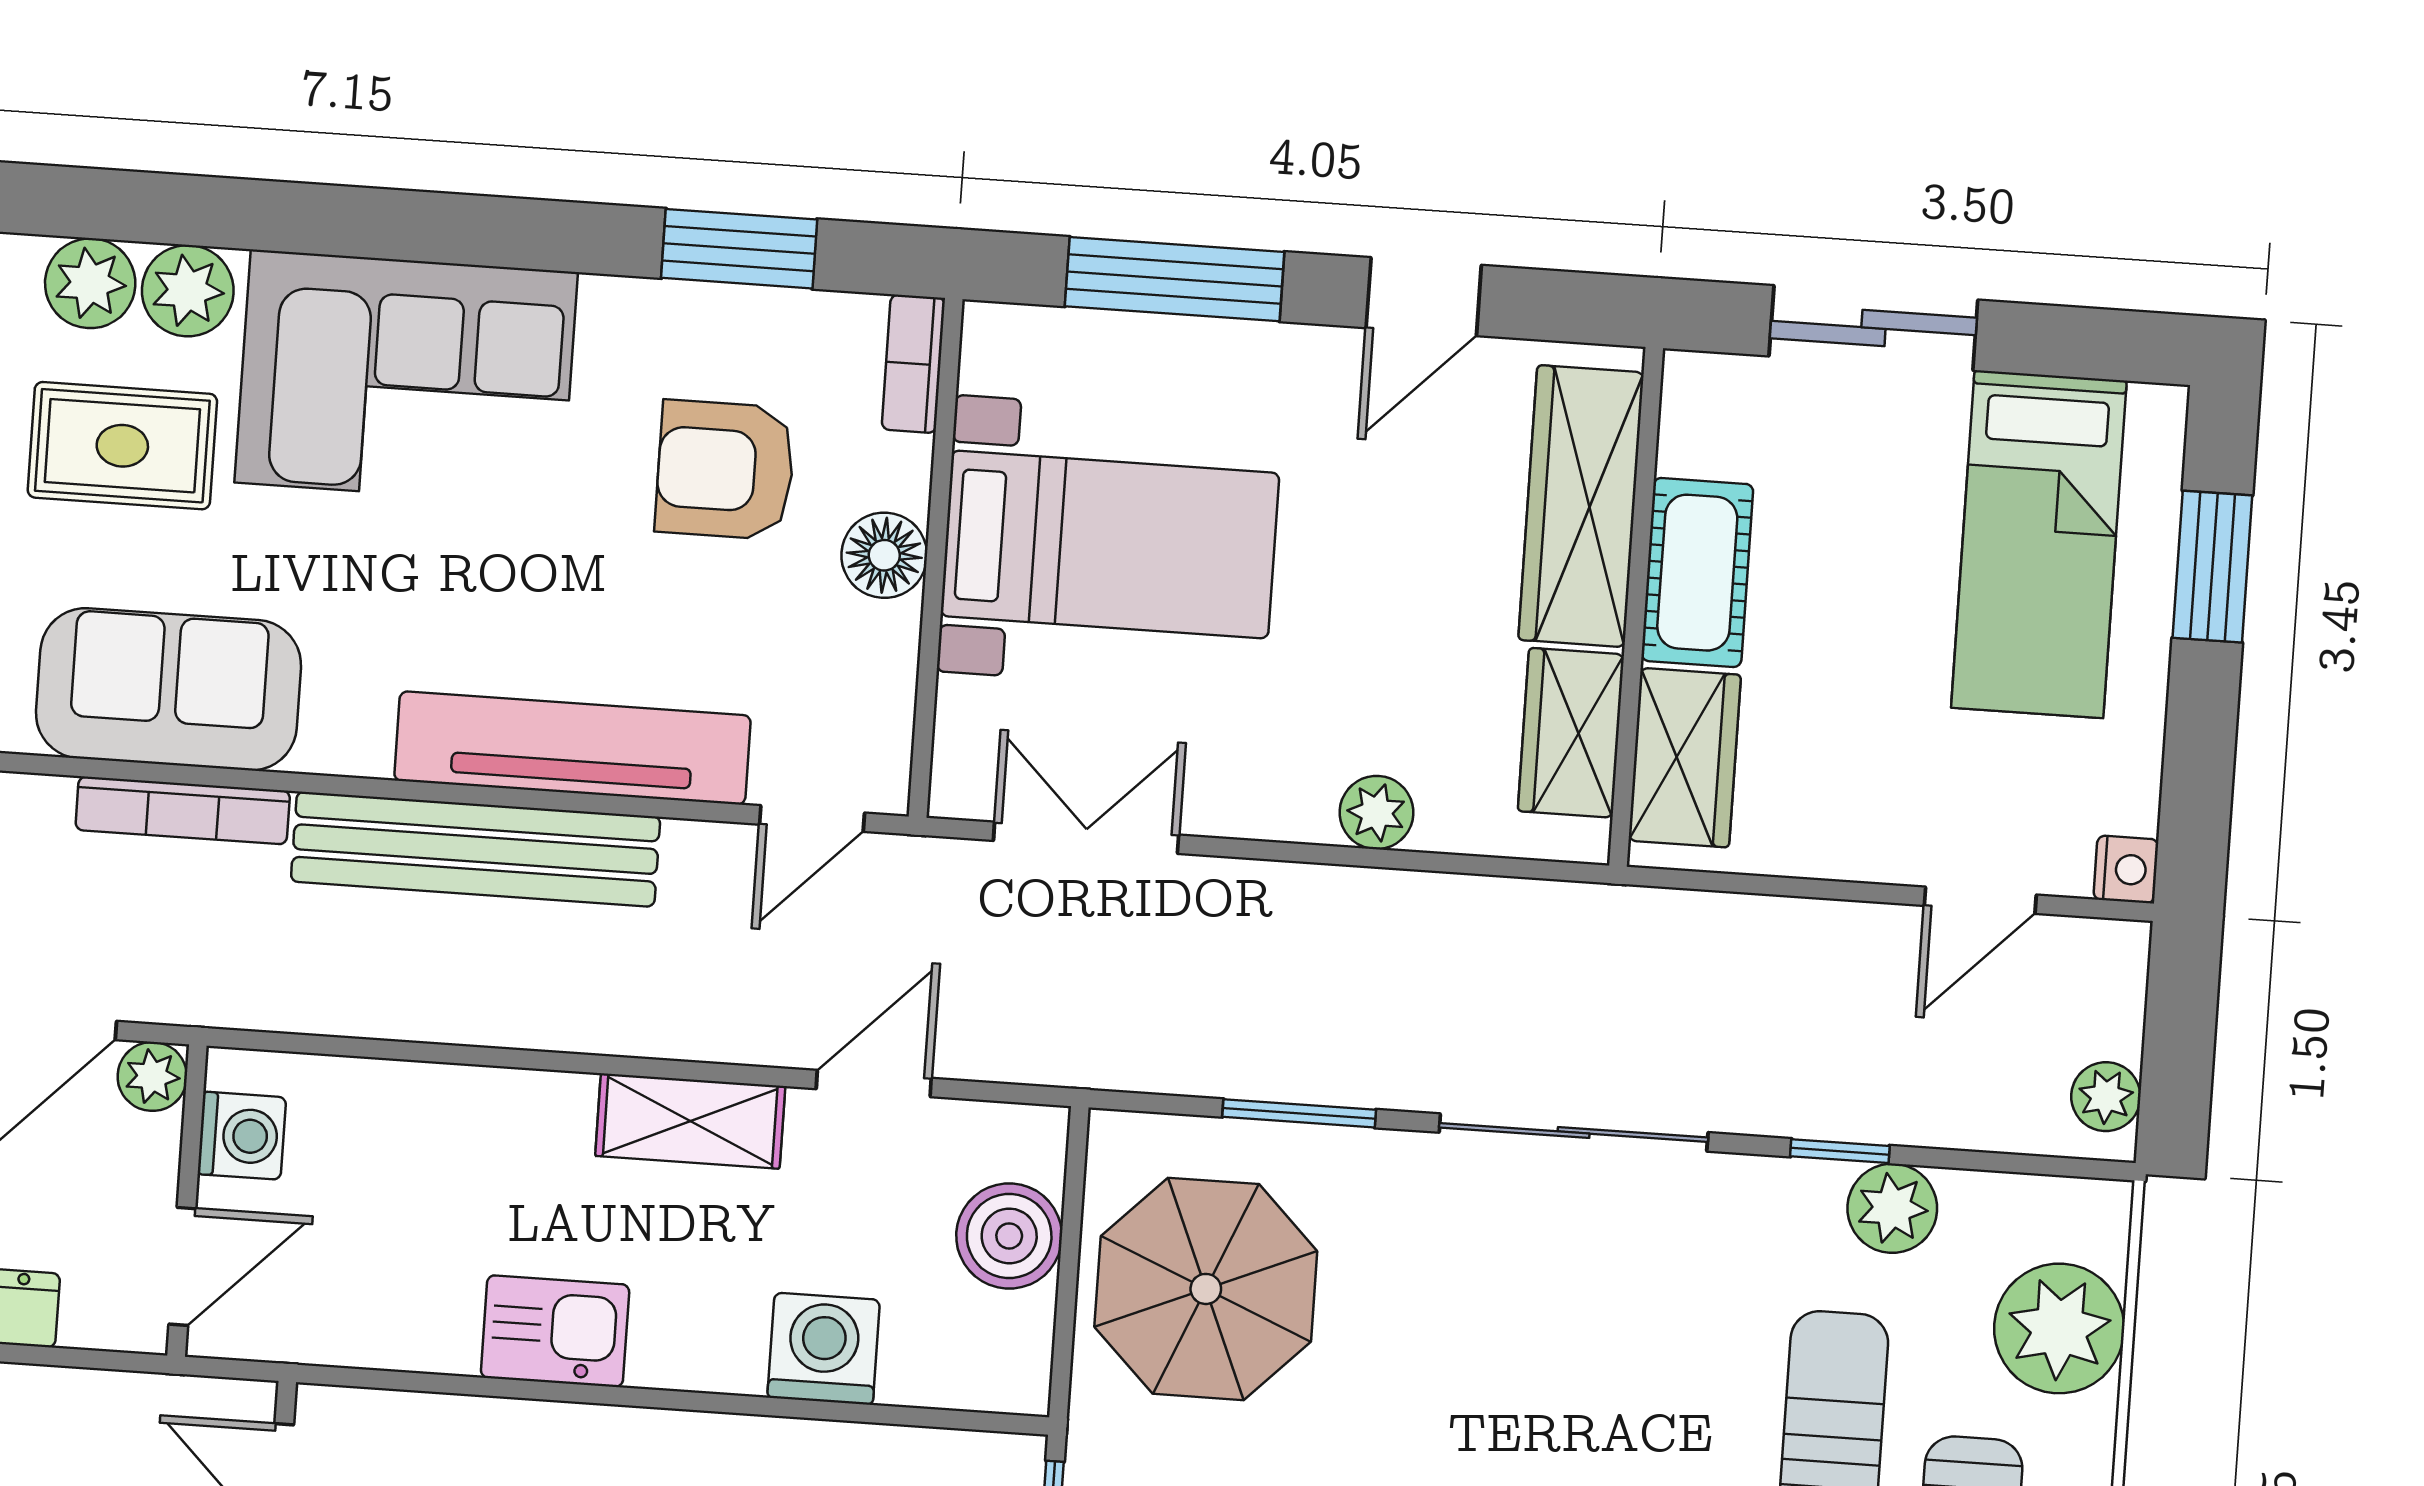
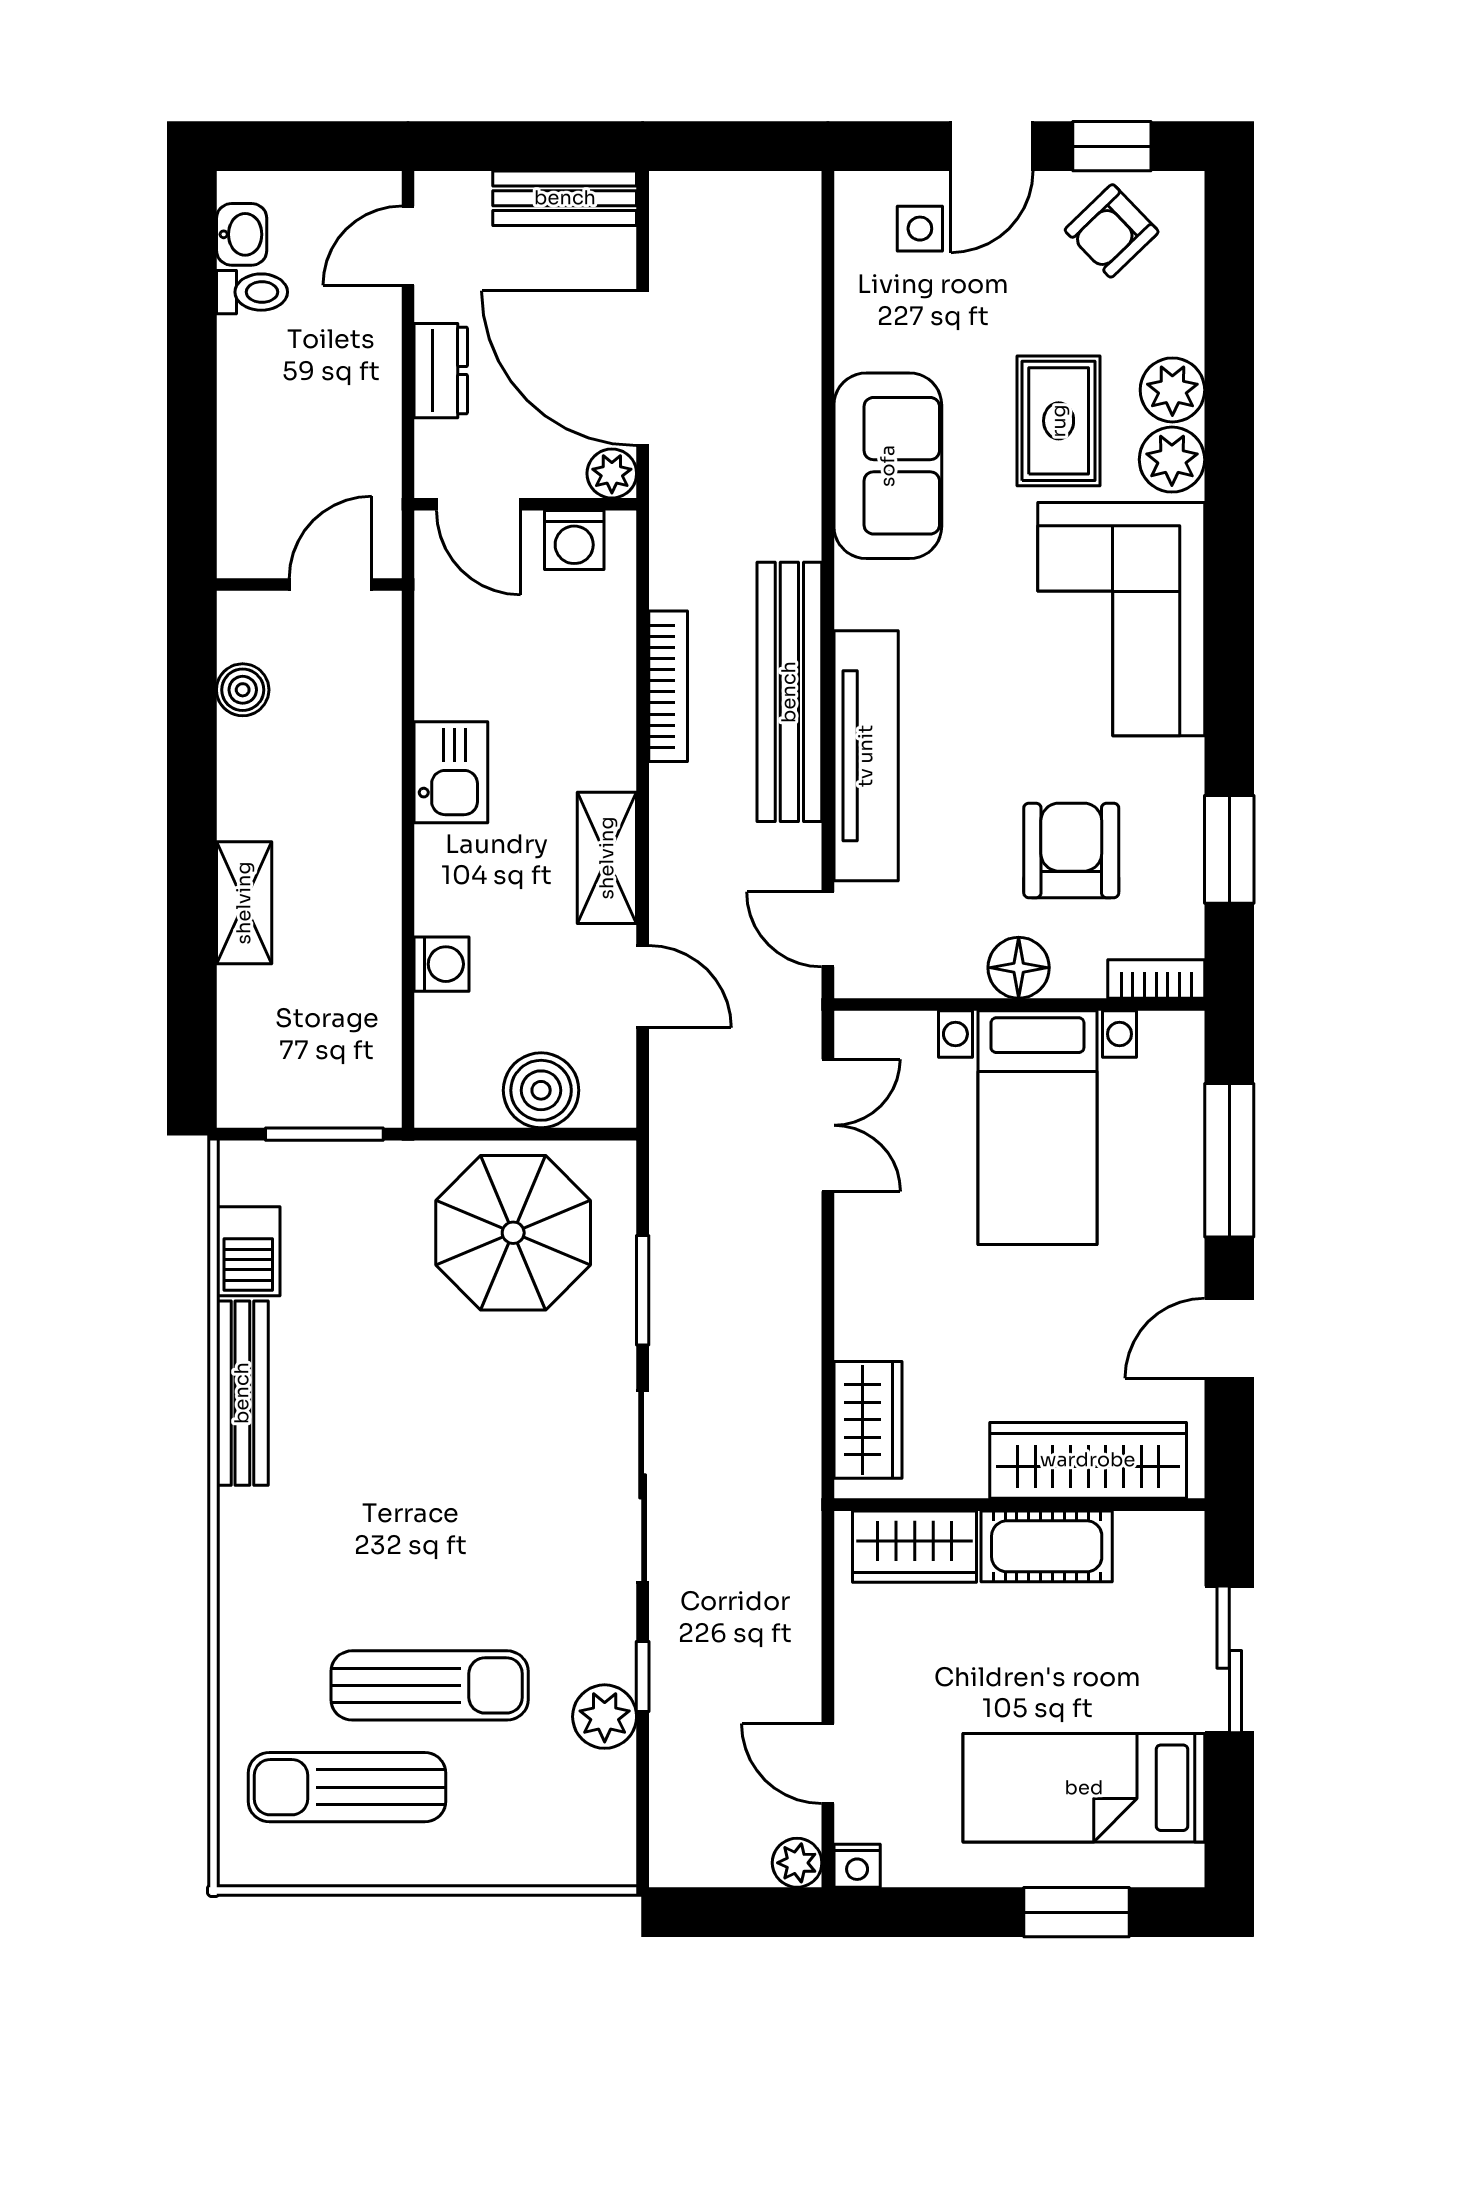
door: (1424, 297) -> (1229, 1338), hinge flipped
wardrobe: (1571, 733) -> (868, 1420), moved, turned 90
bookcase: (183, 810) -> (668, 686), moved, turned 180
plant: (1377, 813) -> (860, 1330), removed
plant: (2106, 1097) -> (797, 1863), moved
plant: (2059, 1328) -> (528, 1841), removed
washing machine: (824, 1349) -> (441, 964), width x0.73, depth x0.73

